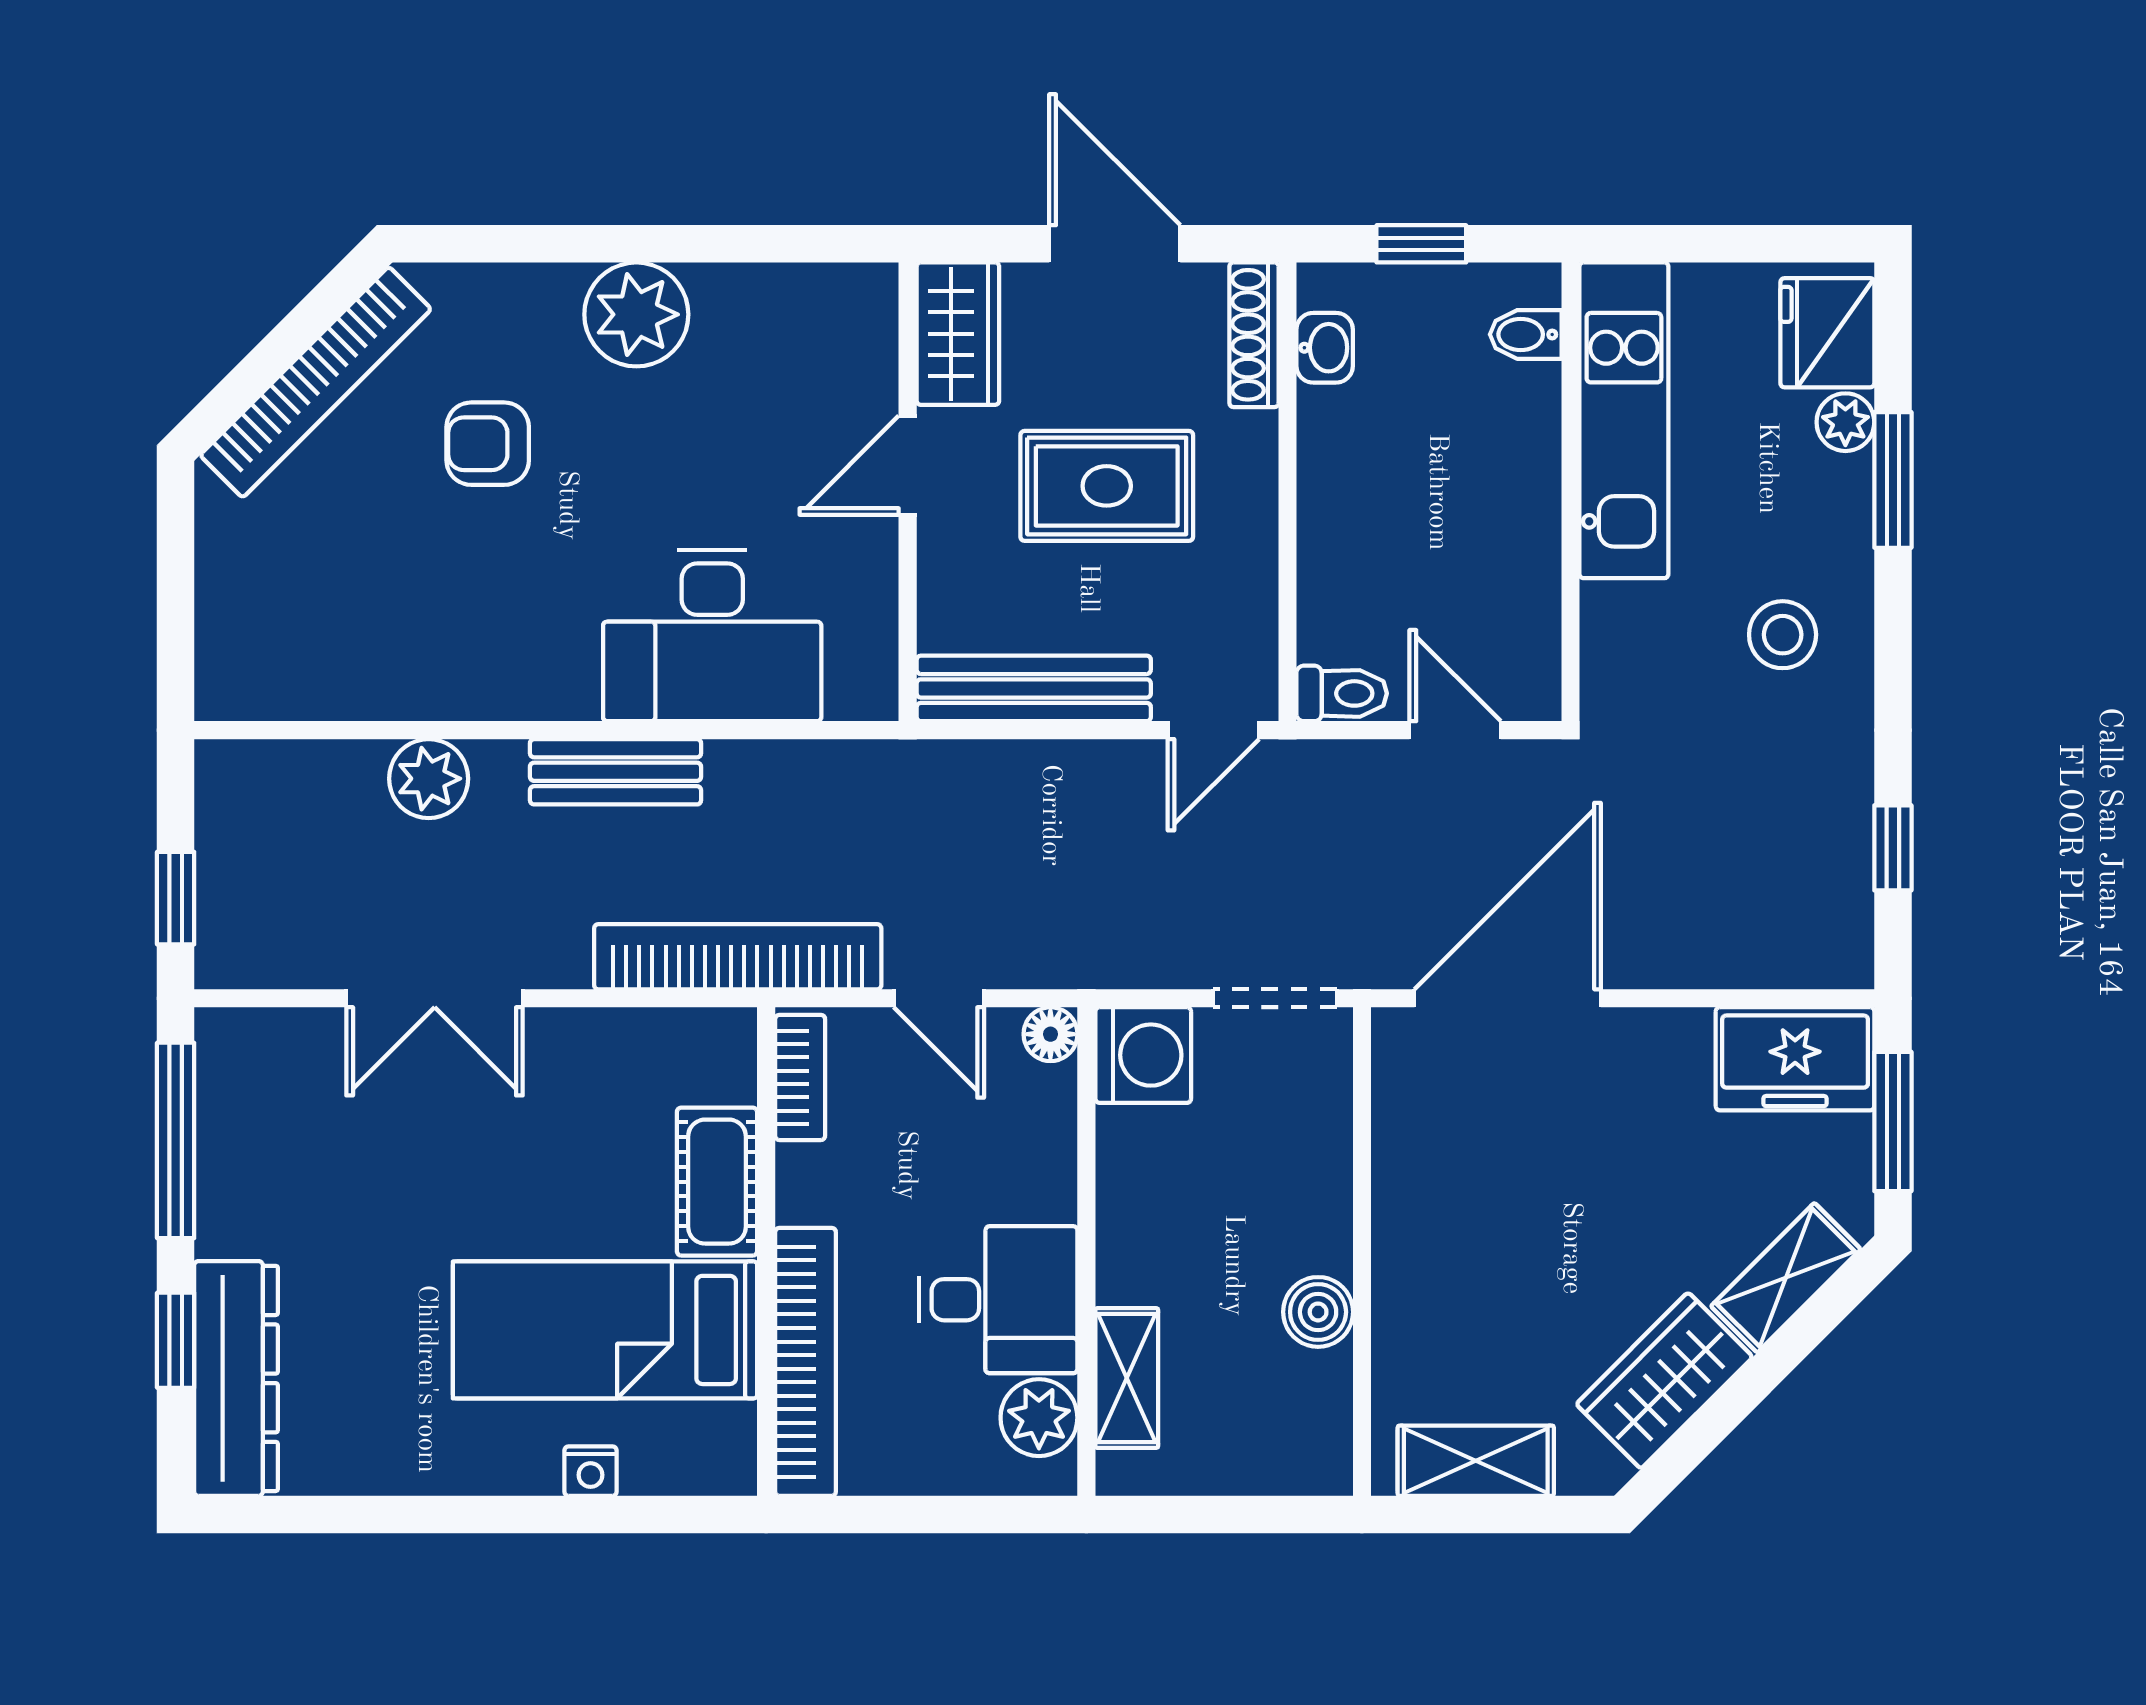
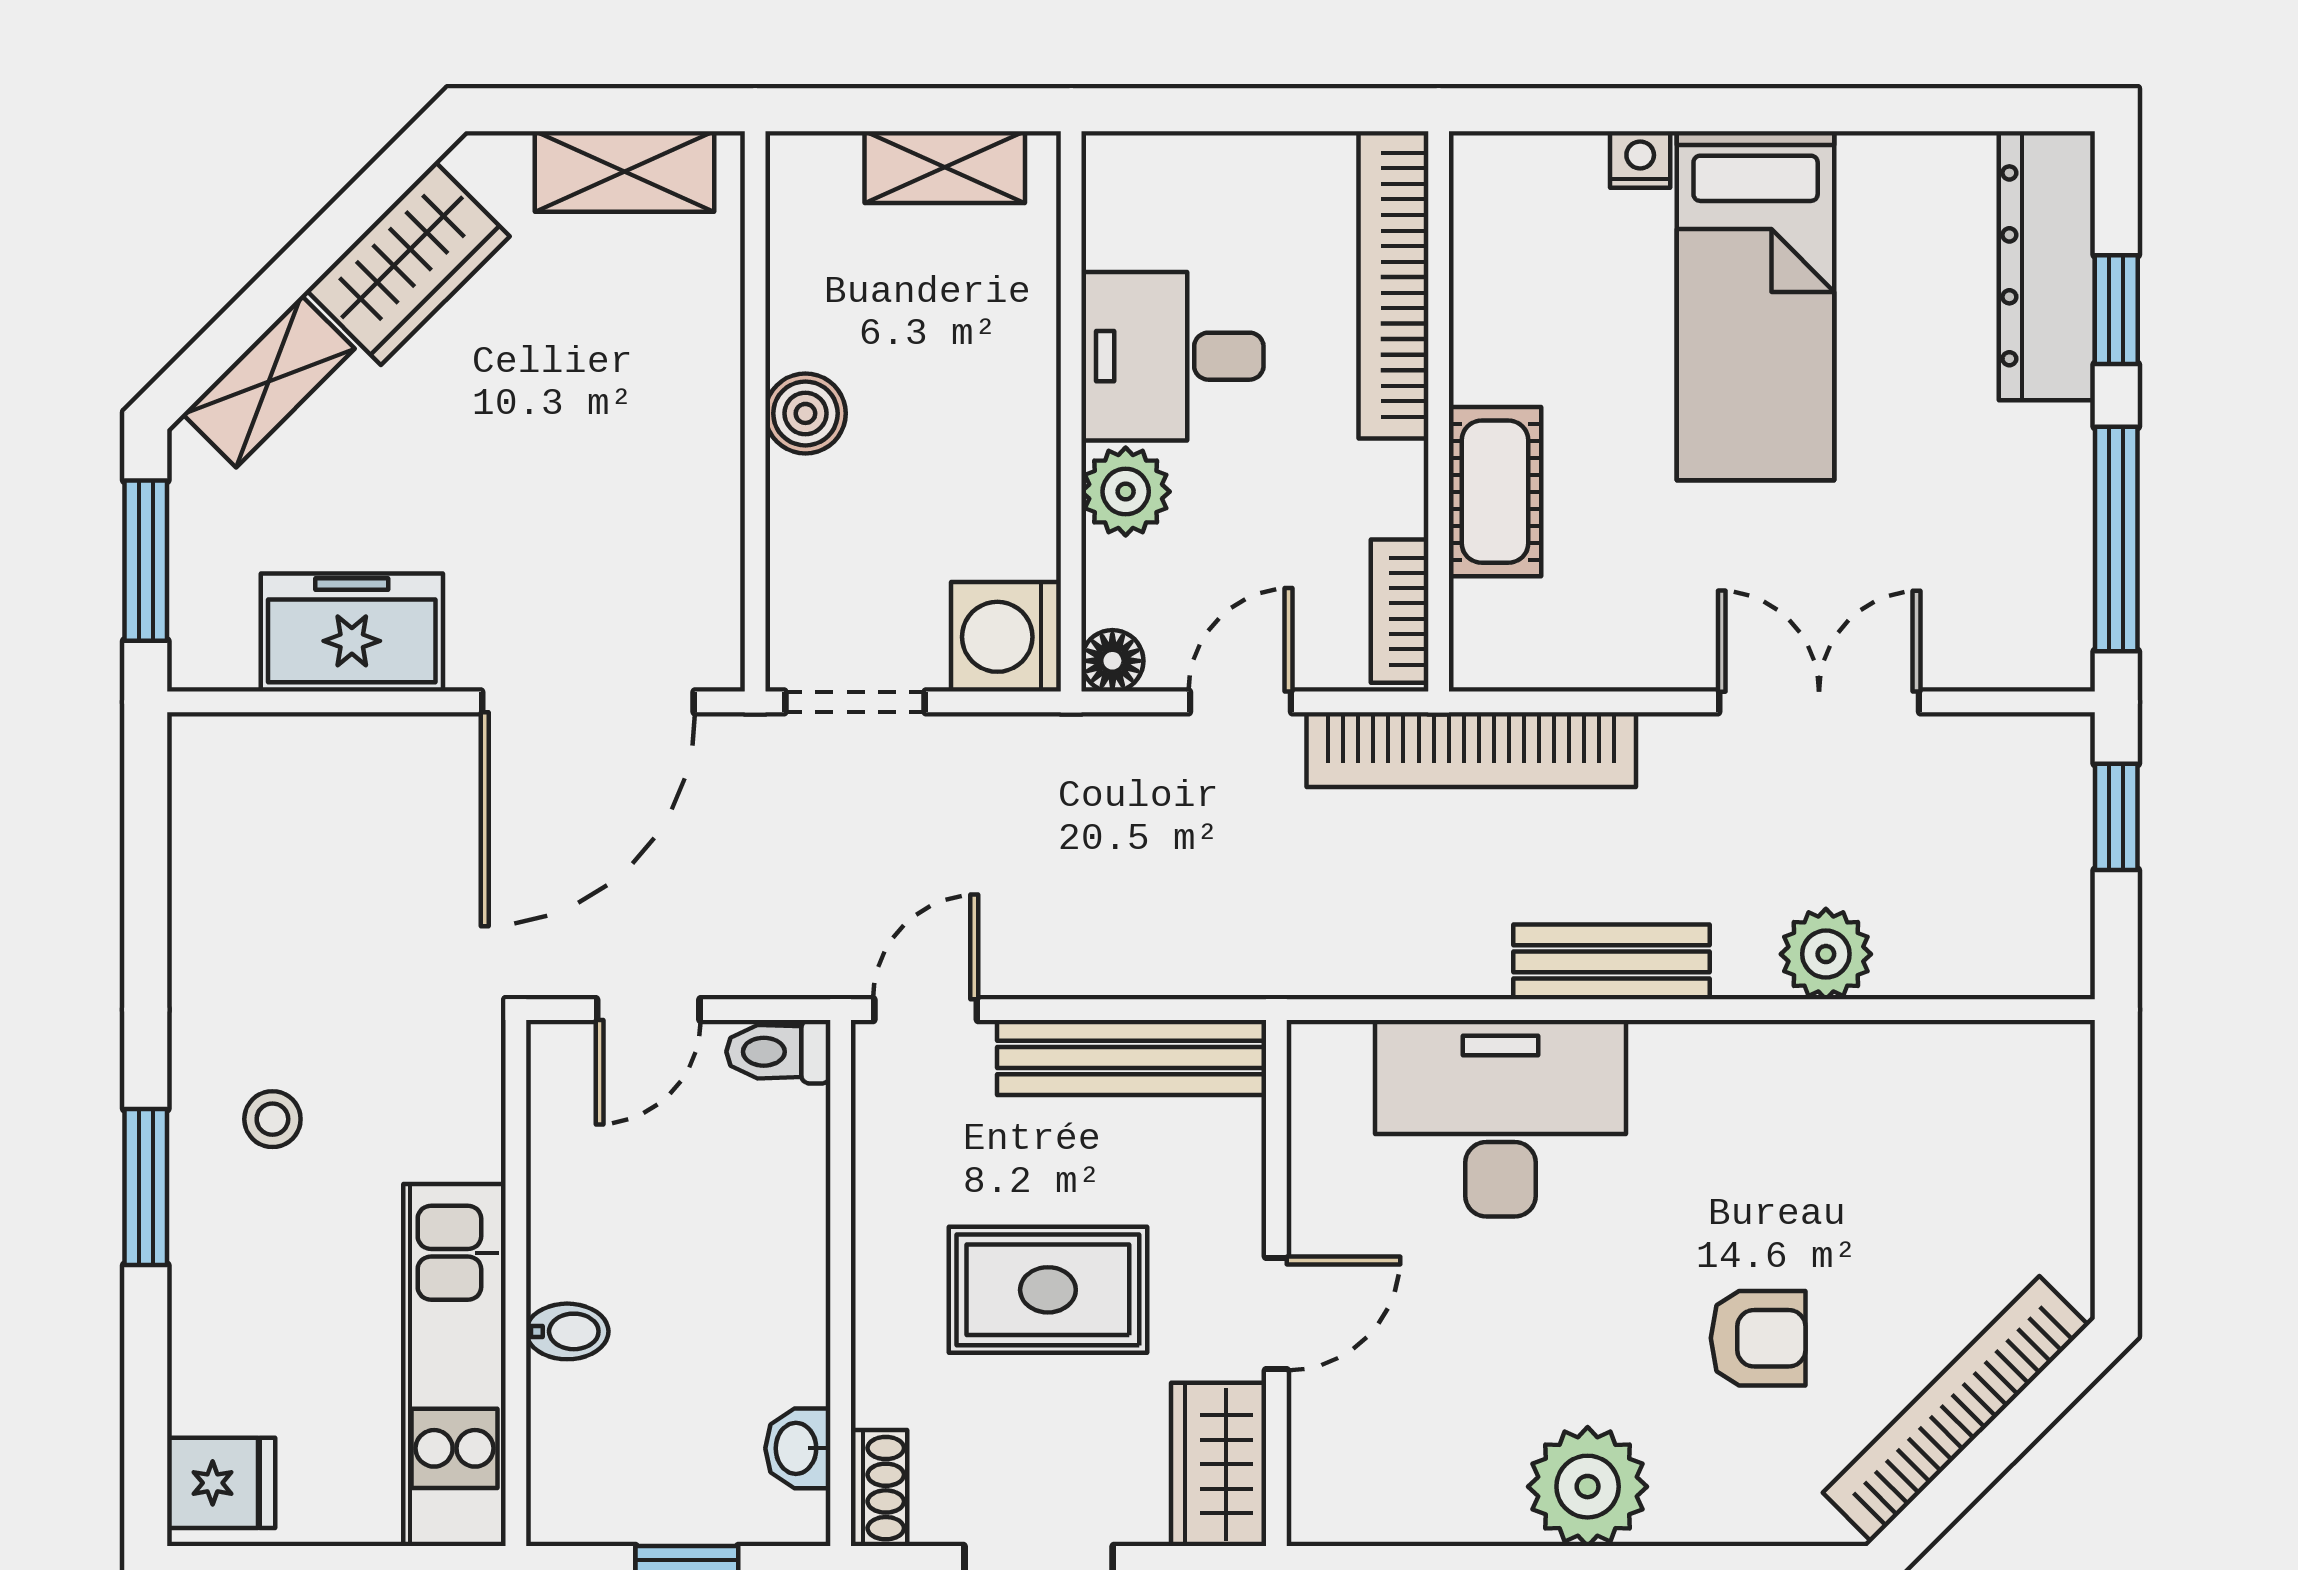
fridge: (1827, 333) -> (221, 1483), width x0.72
bidet: (1526, 334) -> (567, 1331), moved
shoe rack: (1254, 335) -> (879, 1488), width x0.70
plant: (1845, 422) -> (200, 1363), removed
window: (1893, 480) -> (146, 1187), moved
stool: (1783, 635) -> (272, 1119), width x0.73, depth x0.73
door: (1455, 730) -> (648, 1010), hinge flipped
window: (1893, 848) -> (146, 875), removed
door: (939, 998) -> (1241, 702), hinge flipped
freezer: (1795, 1059) -> (352, 633), moved
boiler: (1318, 1312) -> (805, 413), moved
bed: (605, 1330) -> (1756, 306), moved, turned 90
shelving: (1127, 1378) -> (945, 167), moved, turned 90
plant: (1039, 1418) -> (1126, 492), moved

